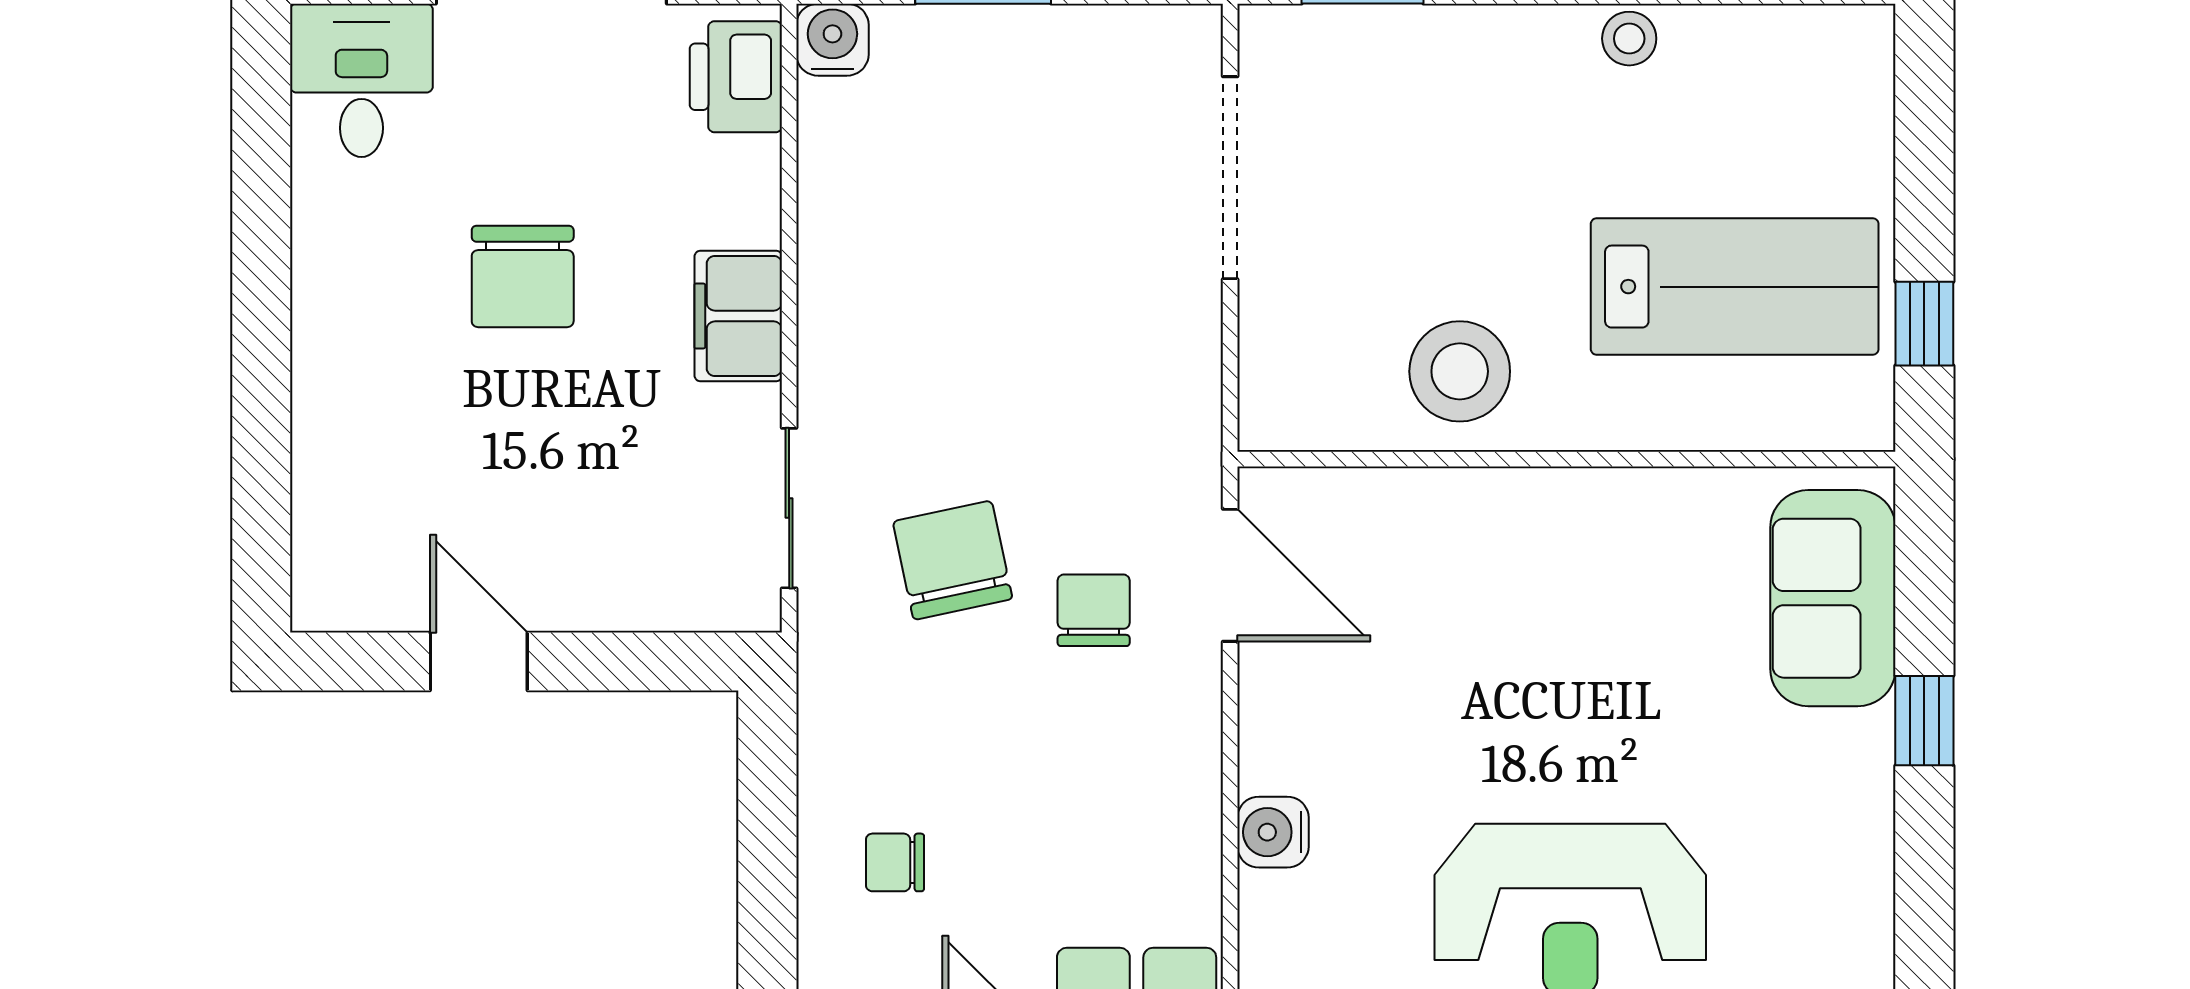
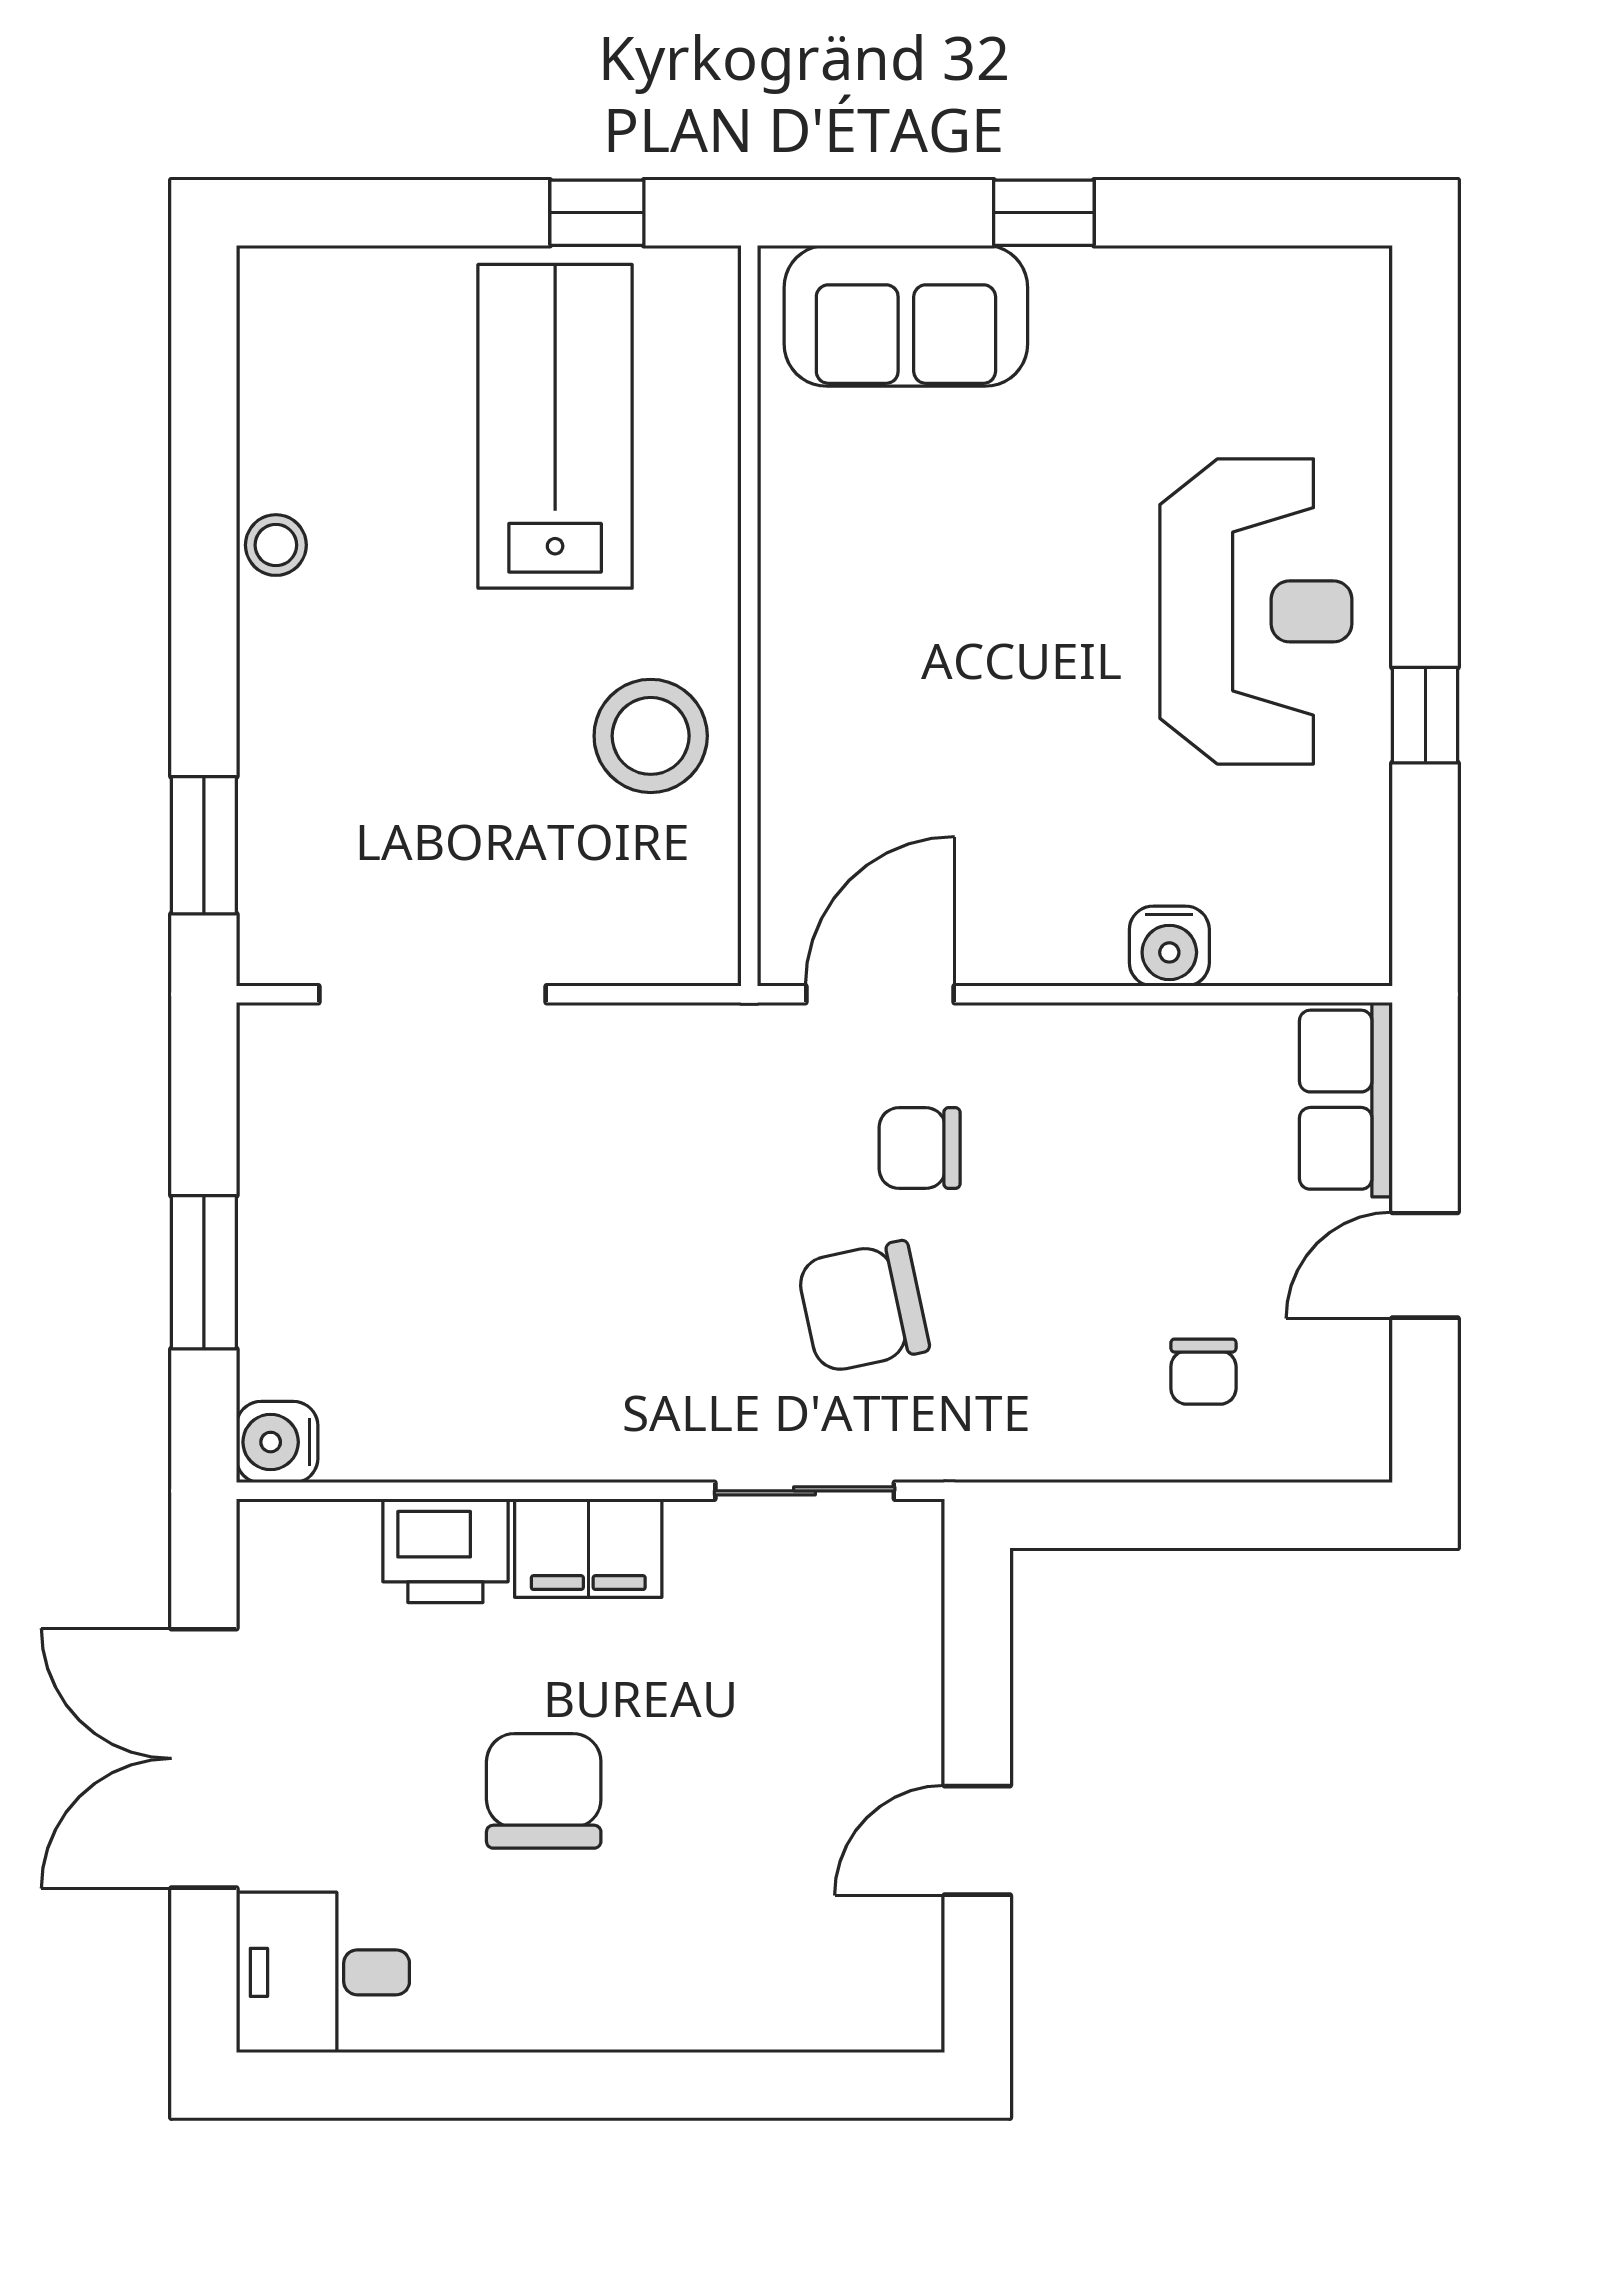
printer: (736, 77) -> (445, 1551), moved
chair: (523, 276) -> (544, 1791), turned -90

